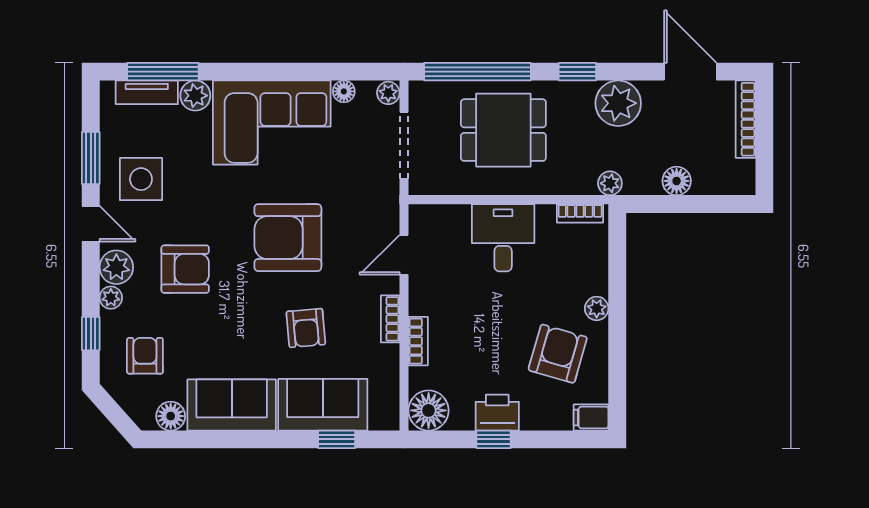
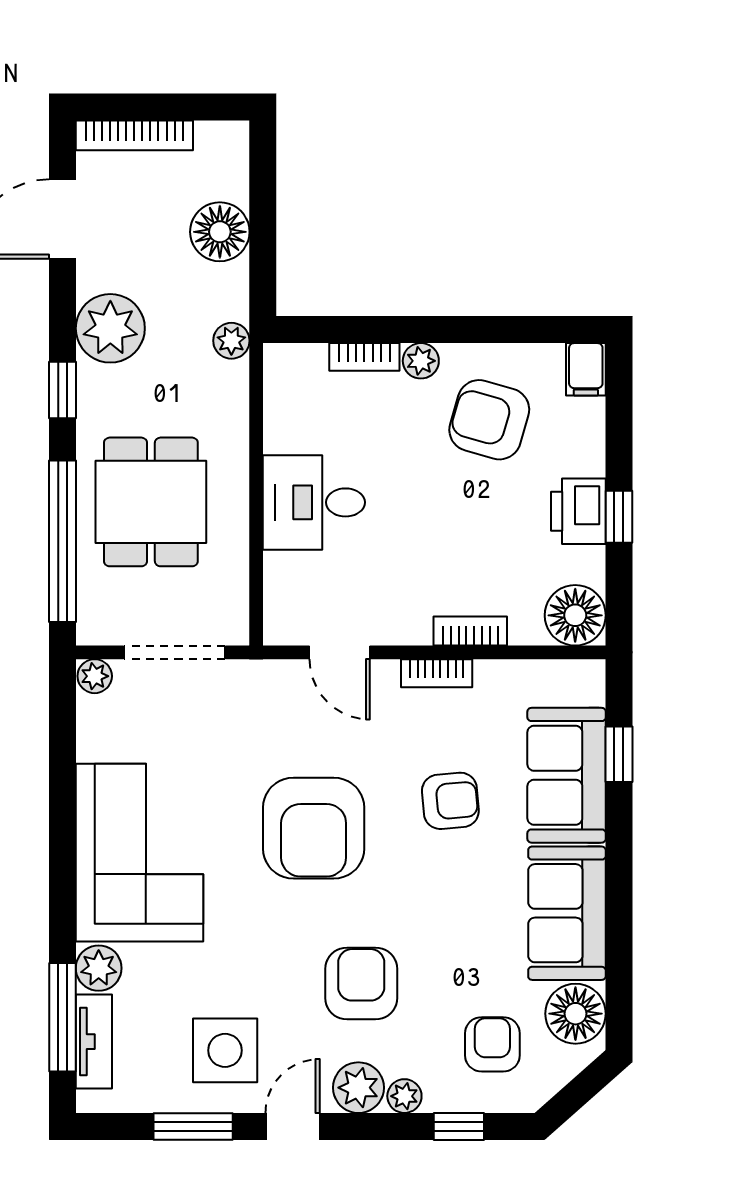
floor lamp: (344, 91) -> (92, 743), removed
floor lamp: (677, 181) -> (220, 232), width x1.38, depth x1.38
bookcase: (580, 213) -> (364, 357), moved, turned 90
armchair: (145, 356) -> (492, 1044), turned 90
floor lamp: (171, 416) -> (575, 1014), width x1.38, depth x1.38

